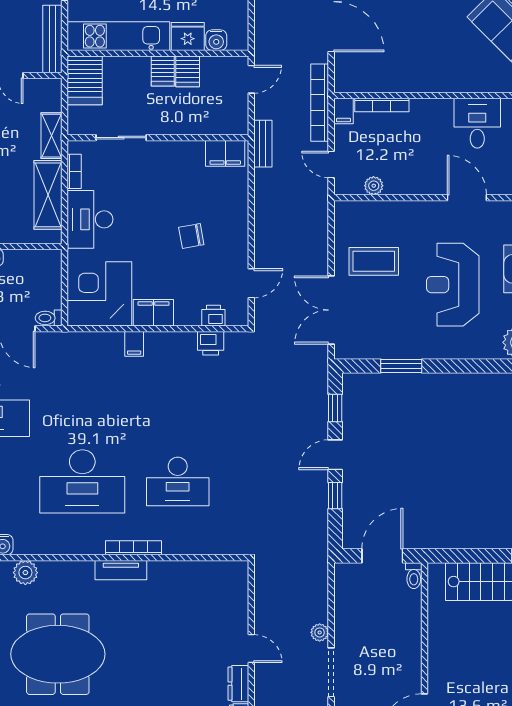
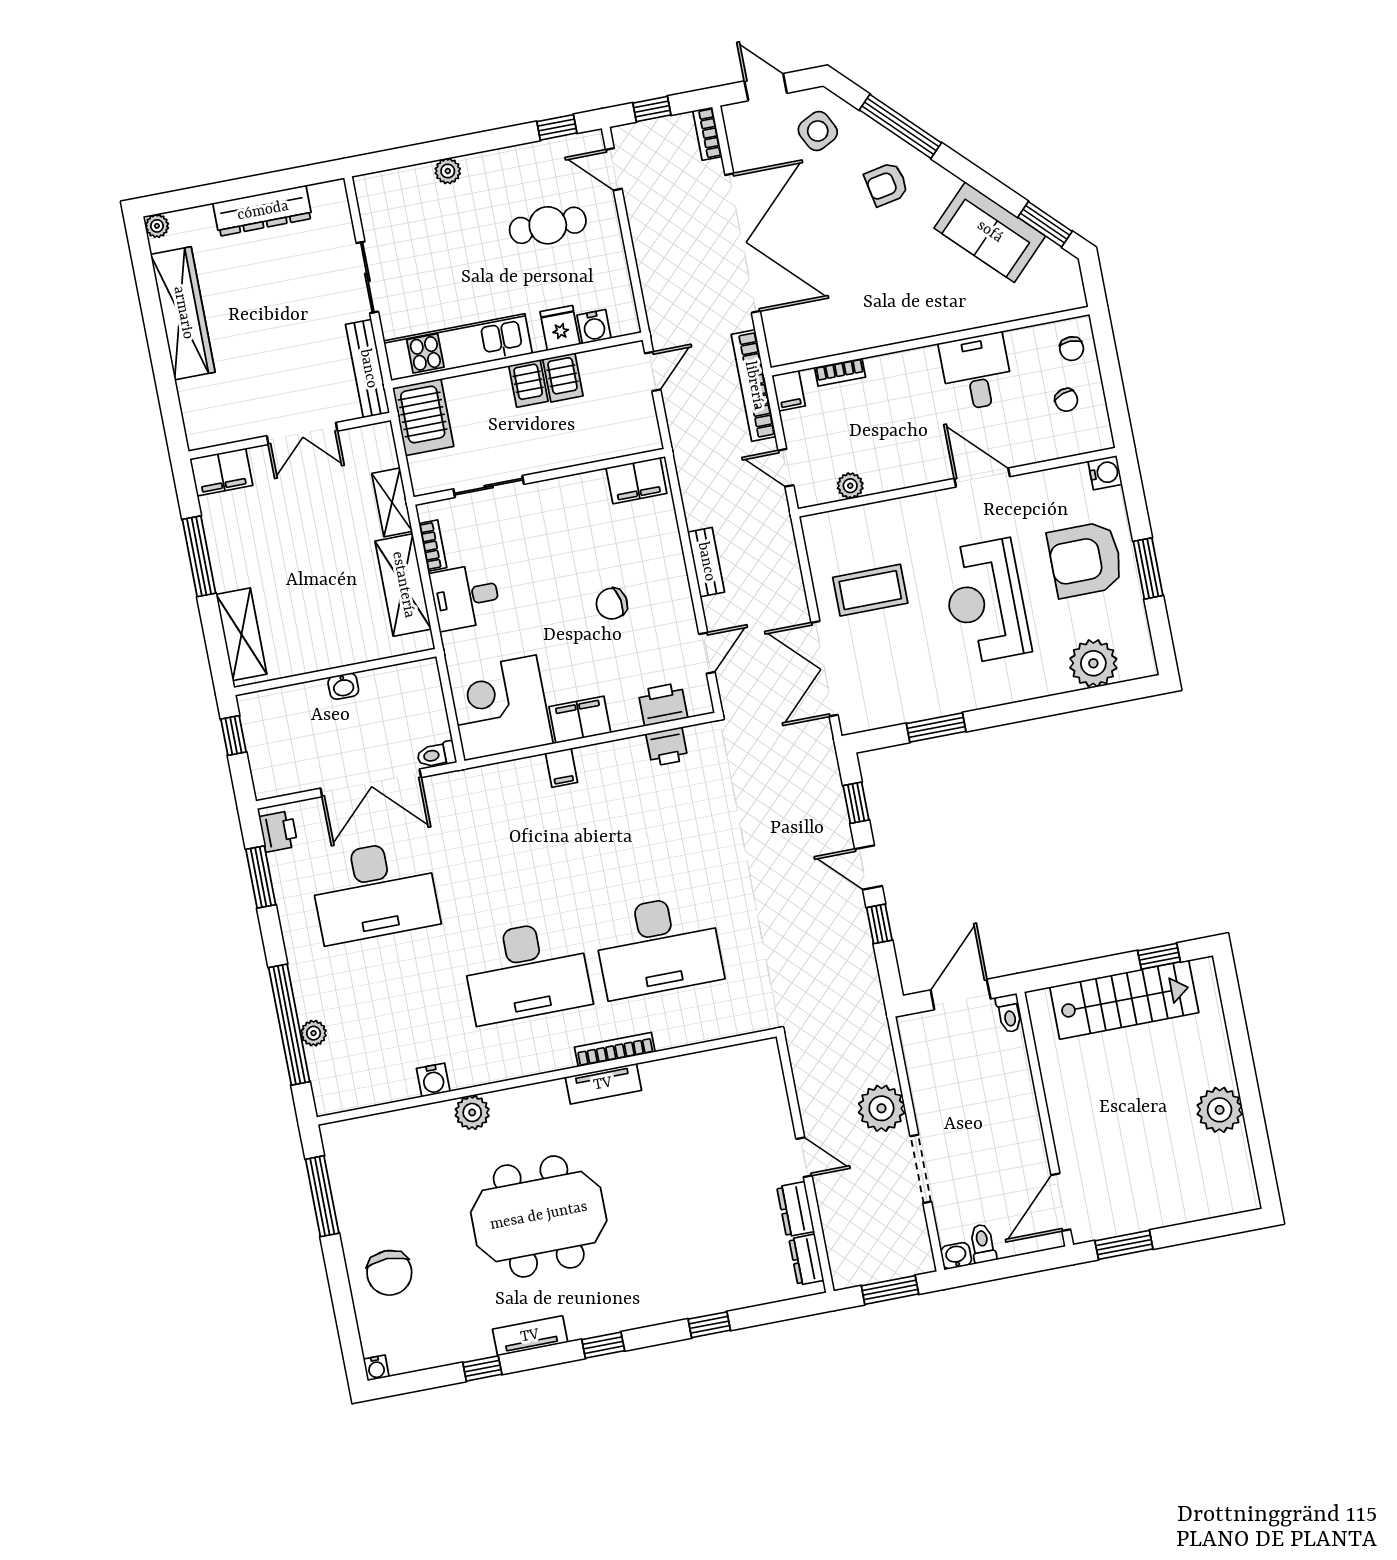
fridge: (188, 36) -> (560, 328), width x0.72
bookcase: (382, 105) -> (840, 372), width x0.64
bench: (263, 144) -> (706, 562), moved
desk: (90, 219) -> (465, 597), width x0.73
printer: (213, 316) -> (663, 704), width x1.36, depth x1.24
door: (335, 455) -> (868, 868), hinge flipped
desk: (178, 481) -> (658, 946), width x1.36, depth x1.30
plant: (320, 632) -> (881, 1108), width x1.88, depth x1.88

